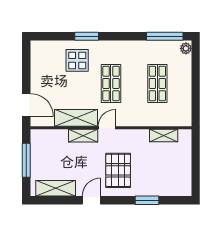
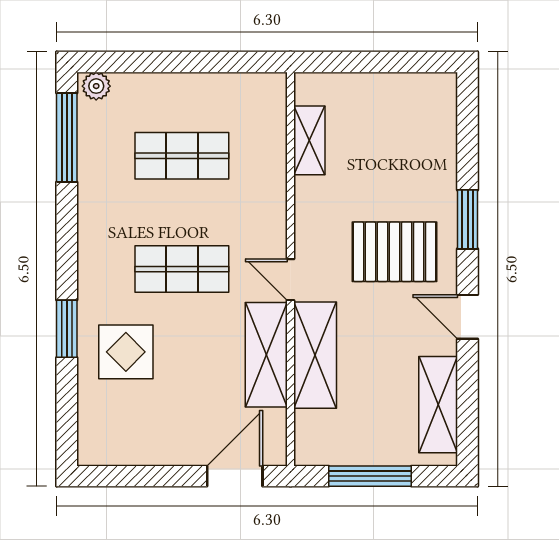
shelving: (83, 136) -> (315, 355), width x1.50, depth x1.33
window: (147, 200) -> (468, 219), moved

